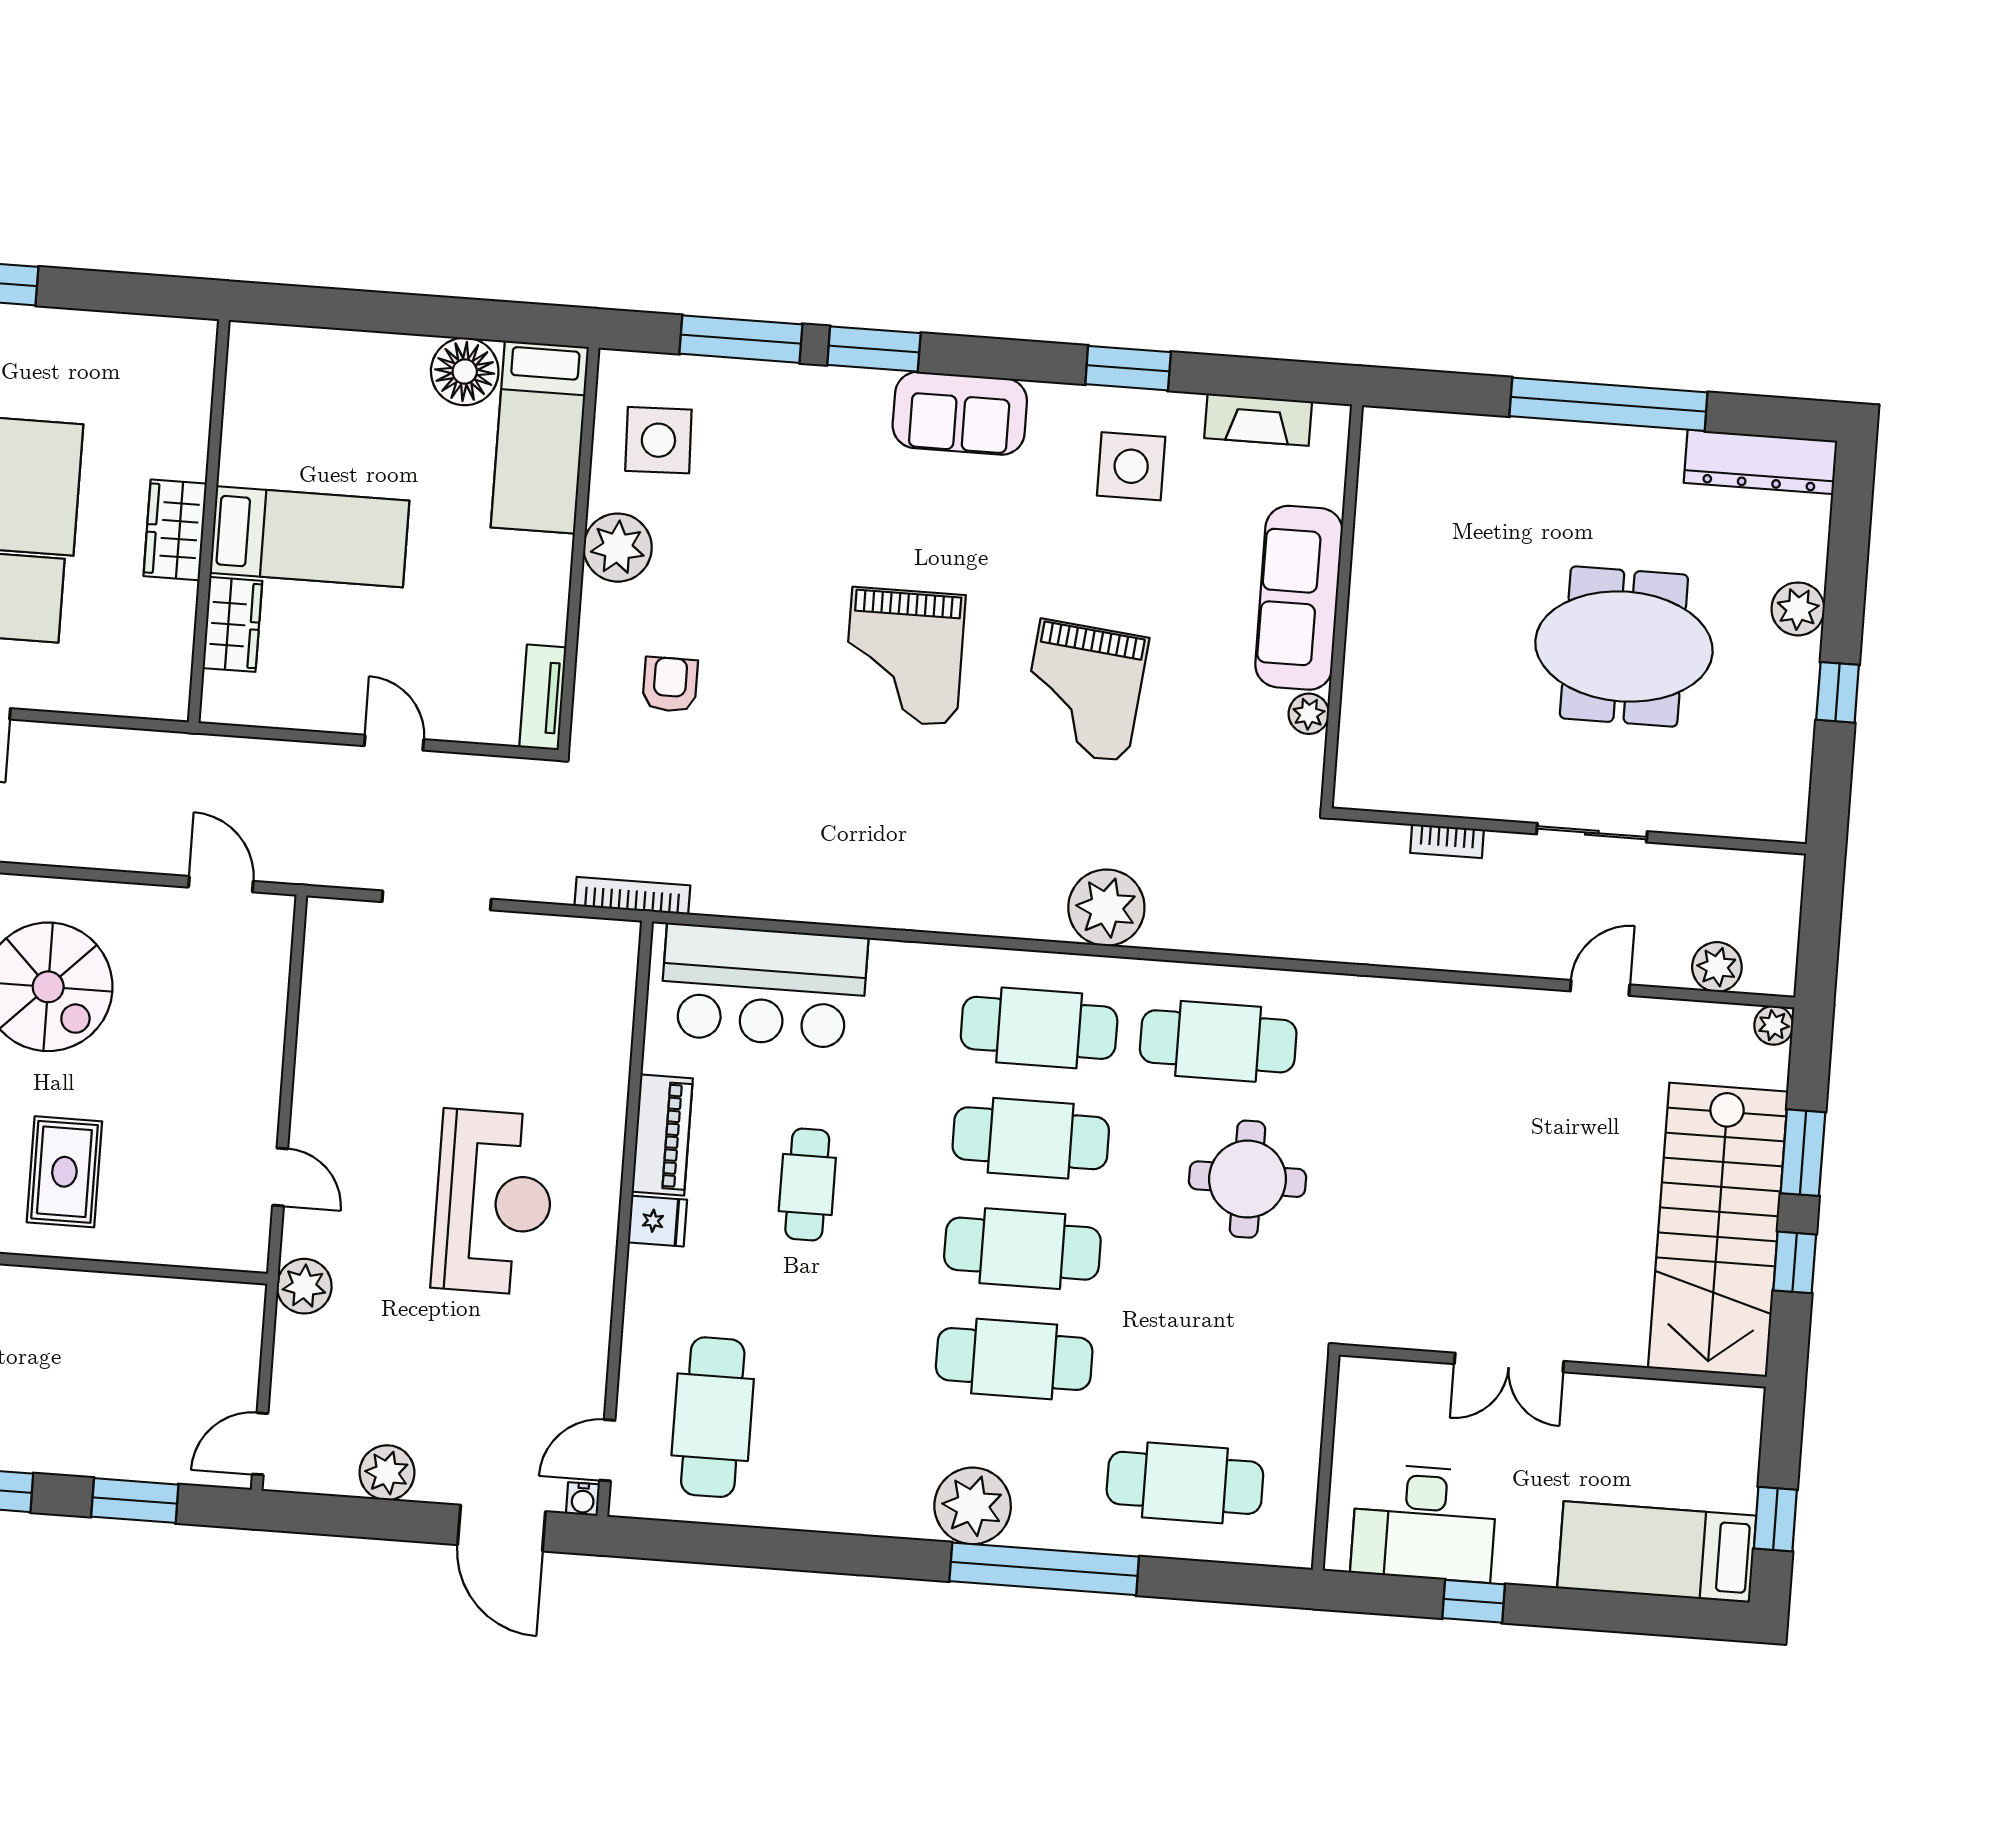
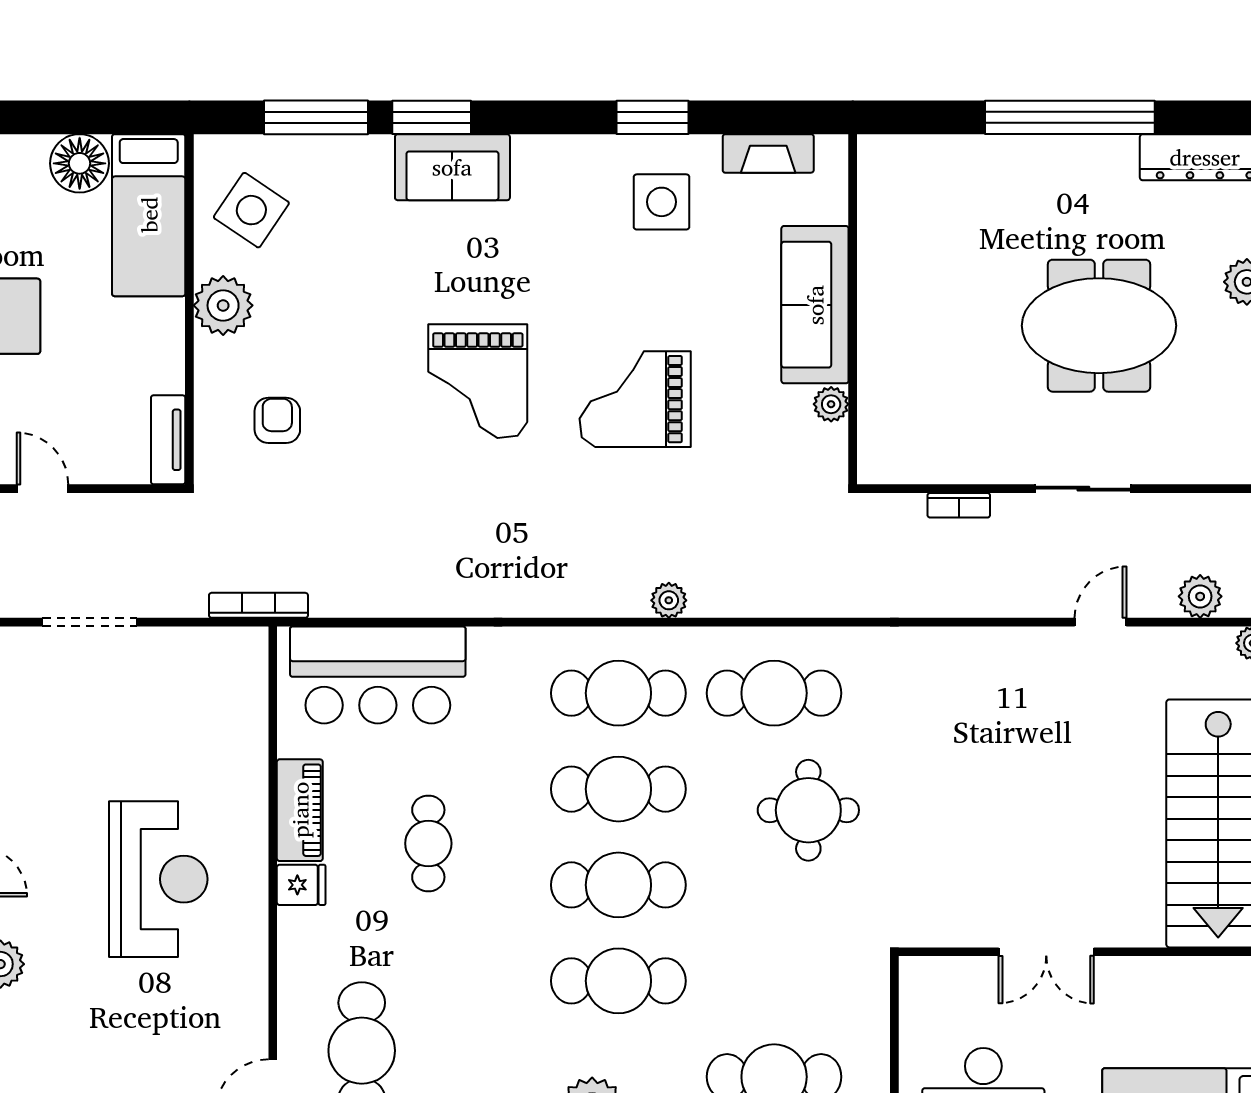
sofa: (960, 413) -> (452, 167), moved
side table: (658, 440) -> (251, 210), turned 36
grand piano: (1084, 691) -> (635, 399), turned 84
plant: (1106, 908) -> (669, 600), width x0.53, depth x0.53

